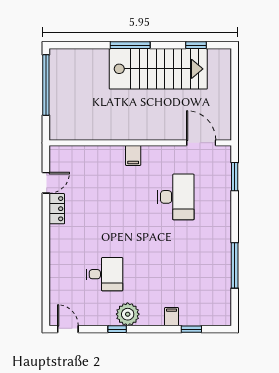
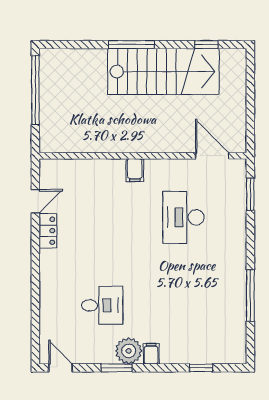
desk: (176, 197) -> (183, 217), turned 180
filing cabinet: (172, 317) -> (151, 354), moved
window: (117, 329) -> (117, 368), width x1.50

